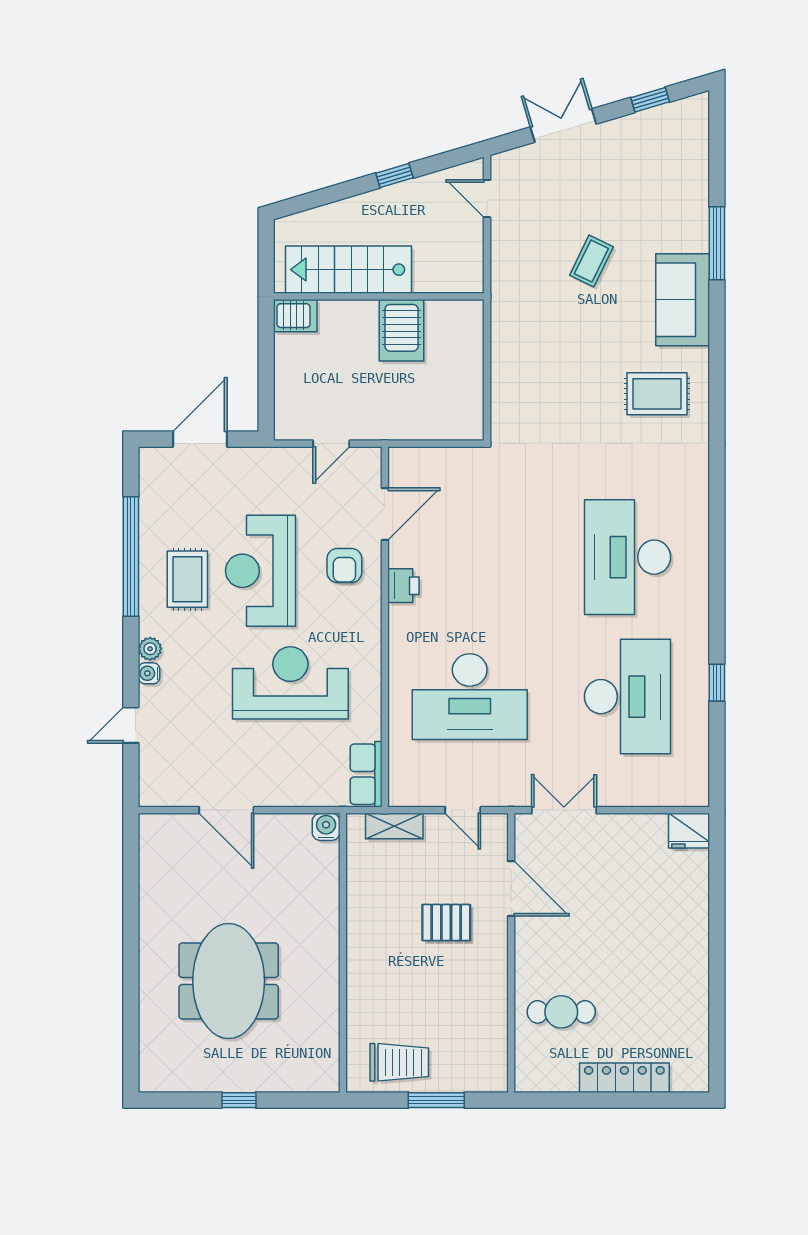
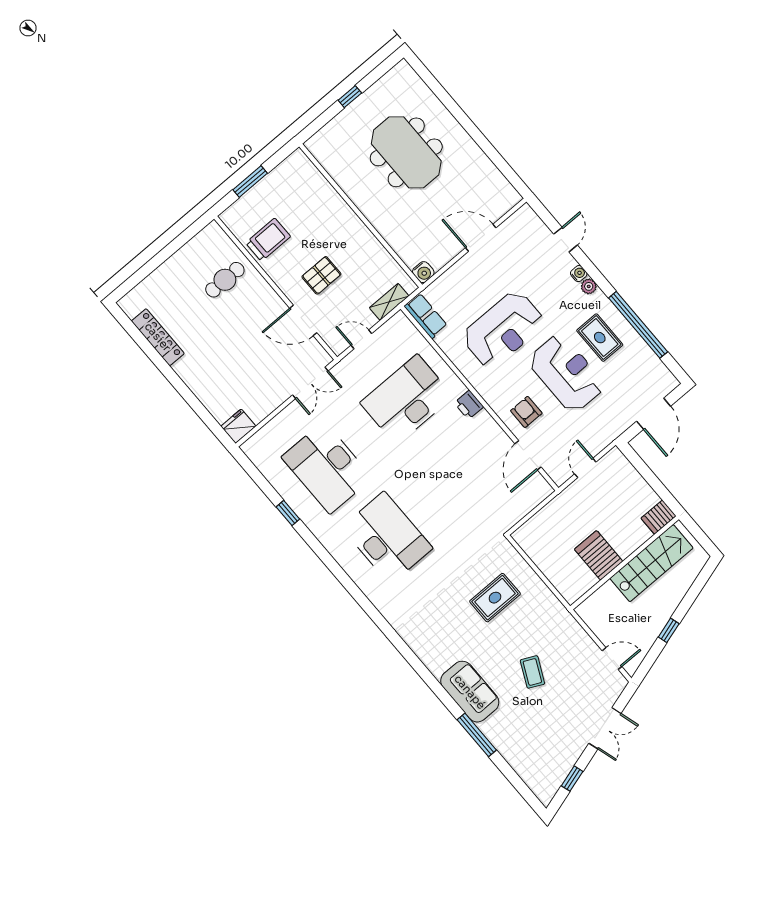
rug: (657, 394) -> (495, 598), moved
printer: (403, 586) -> (469, 405), moved
trolley: (399, 1062) -> (268, 240), moved, turned 180
locker: (624, 1078) -> (158, 337), moved, turned -90

